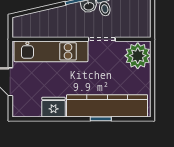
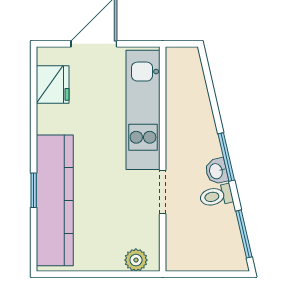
plant: (138, 56) -> (136, 260), width x0.53, depth x0.53
fridge: (54, 107) -> (53, 84), moved

